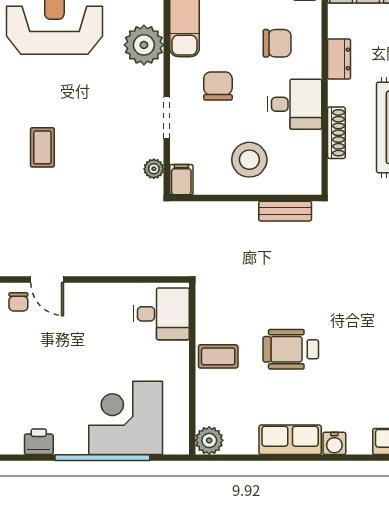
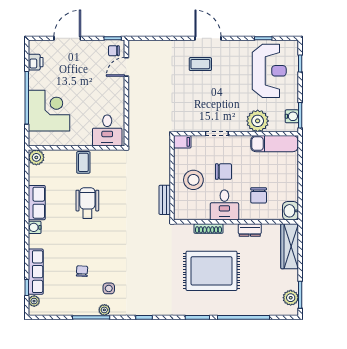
chair: (218, 86) -> (223, 172), moved
plant: (154, 169) -> (188, 126), removed

